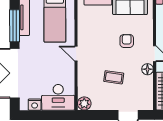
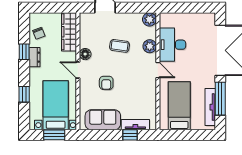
plant: (84, 77) -> (150, 46), added
desk: (58, 97) -> (172, 45), moved, turned -90
nightstand: (35, 105) -> (200, 18), removed

